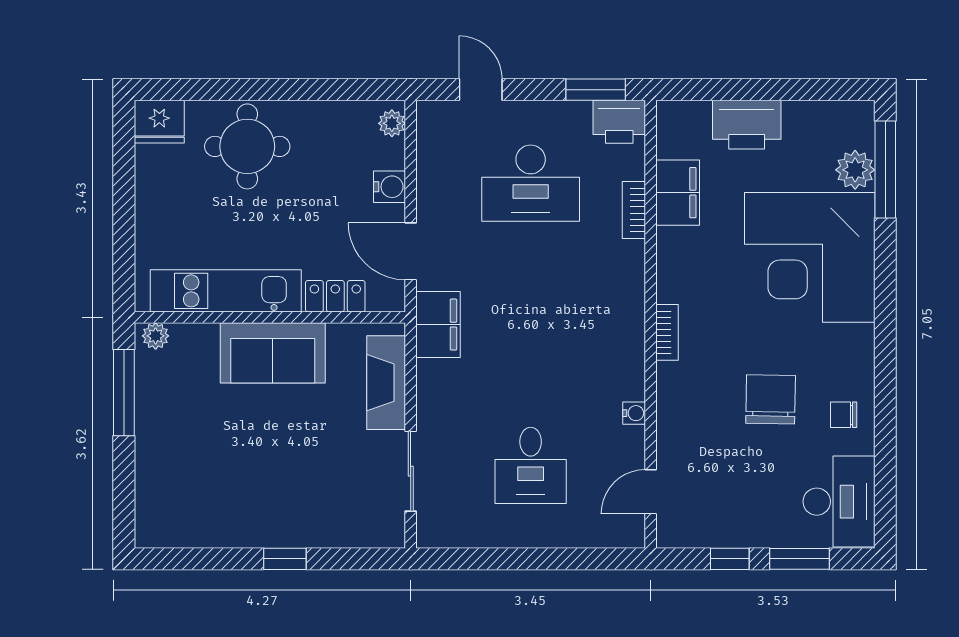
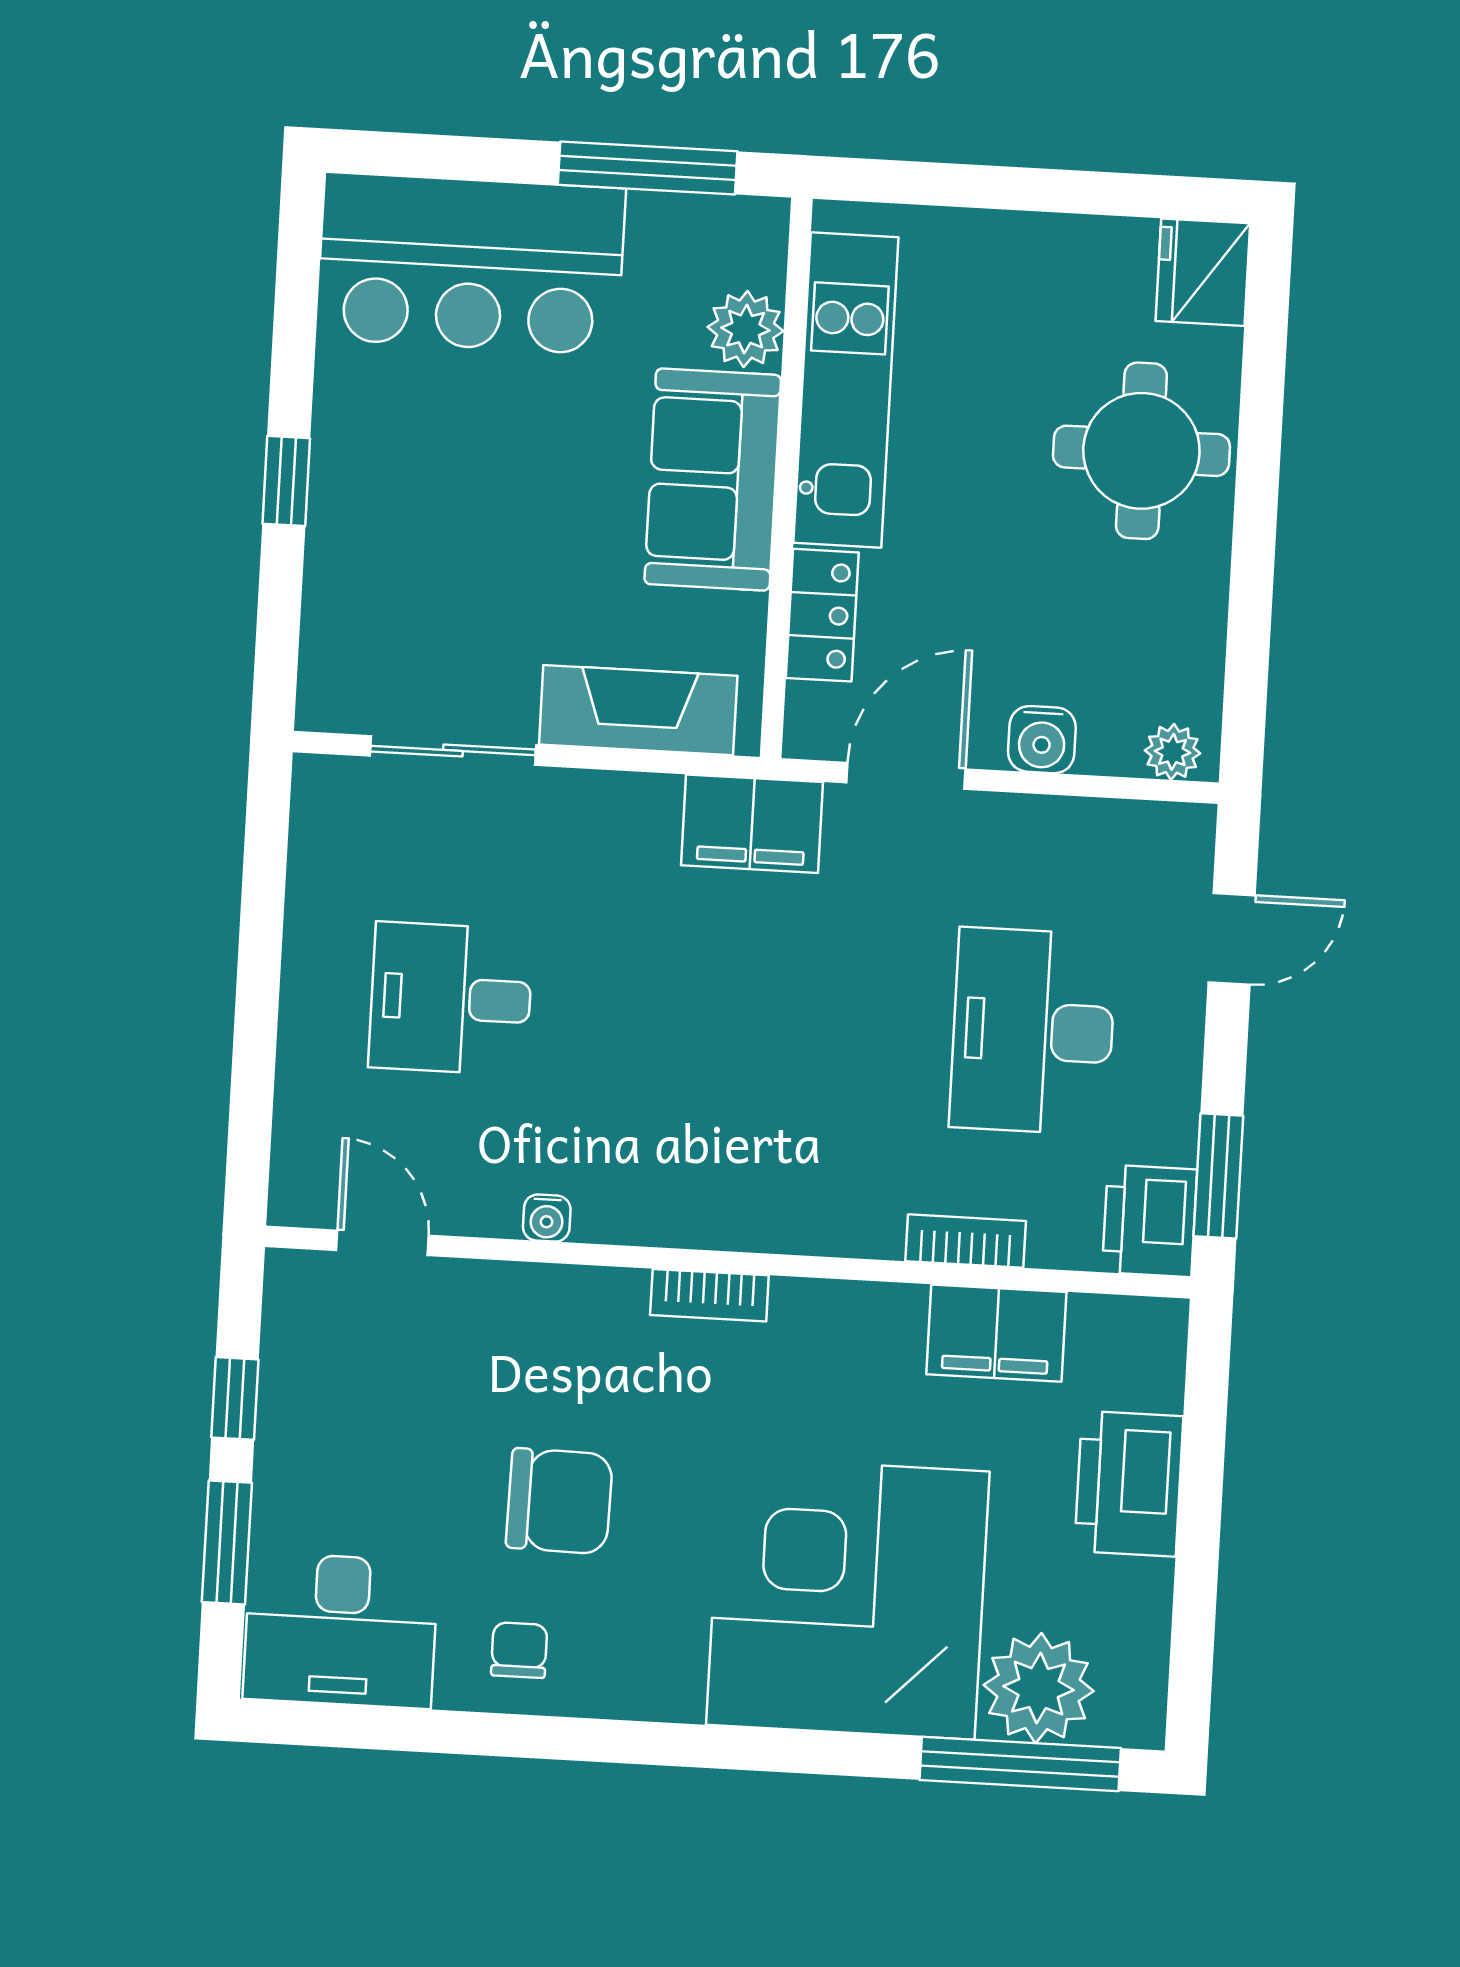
plant: (855, 170) -> (1039, 1688), width x1.36, depth x1.36
plant: (156, 336) -> (746, 329), moved, width x1.38, depth x1.38
bar counter: (175, 476) -> (471, 264), added

